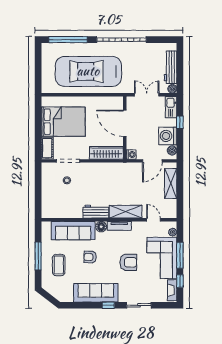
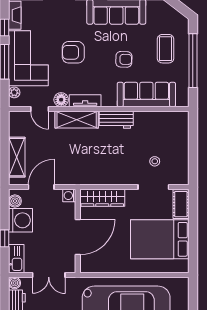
door: (125, 123) -> (78, 237), hinge flipped
floor lamp: (101, 227) -> (61, 100), moved
window: (38, 256) -> (193, 61), width x1.46

